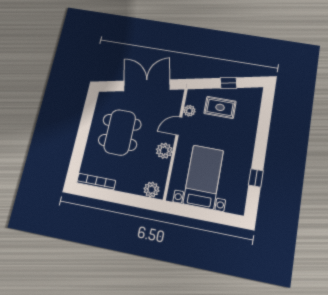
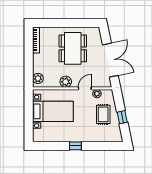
door: (179, 126) -> (85, 88), hinge flipped
dining table: (120, 132) -> (73, 48), turned 90
window: (256, 178) -> (75, 146), moved

